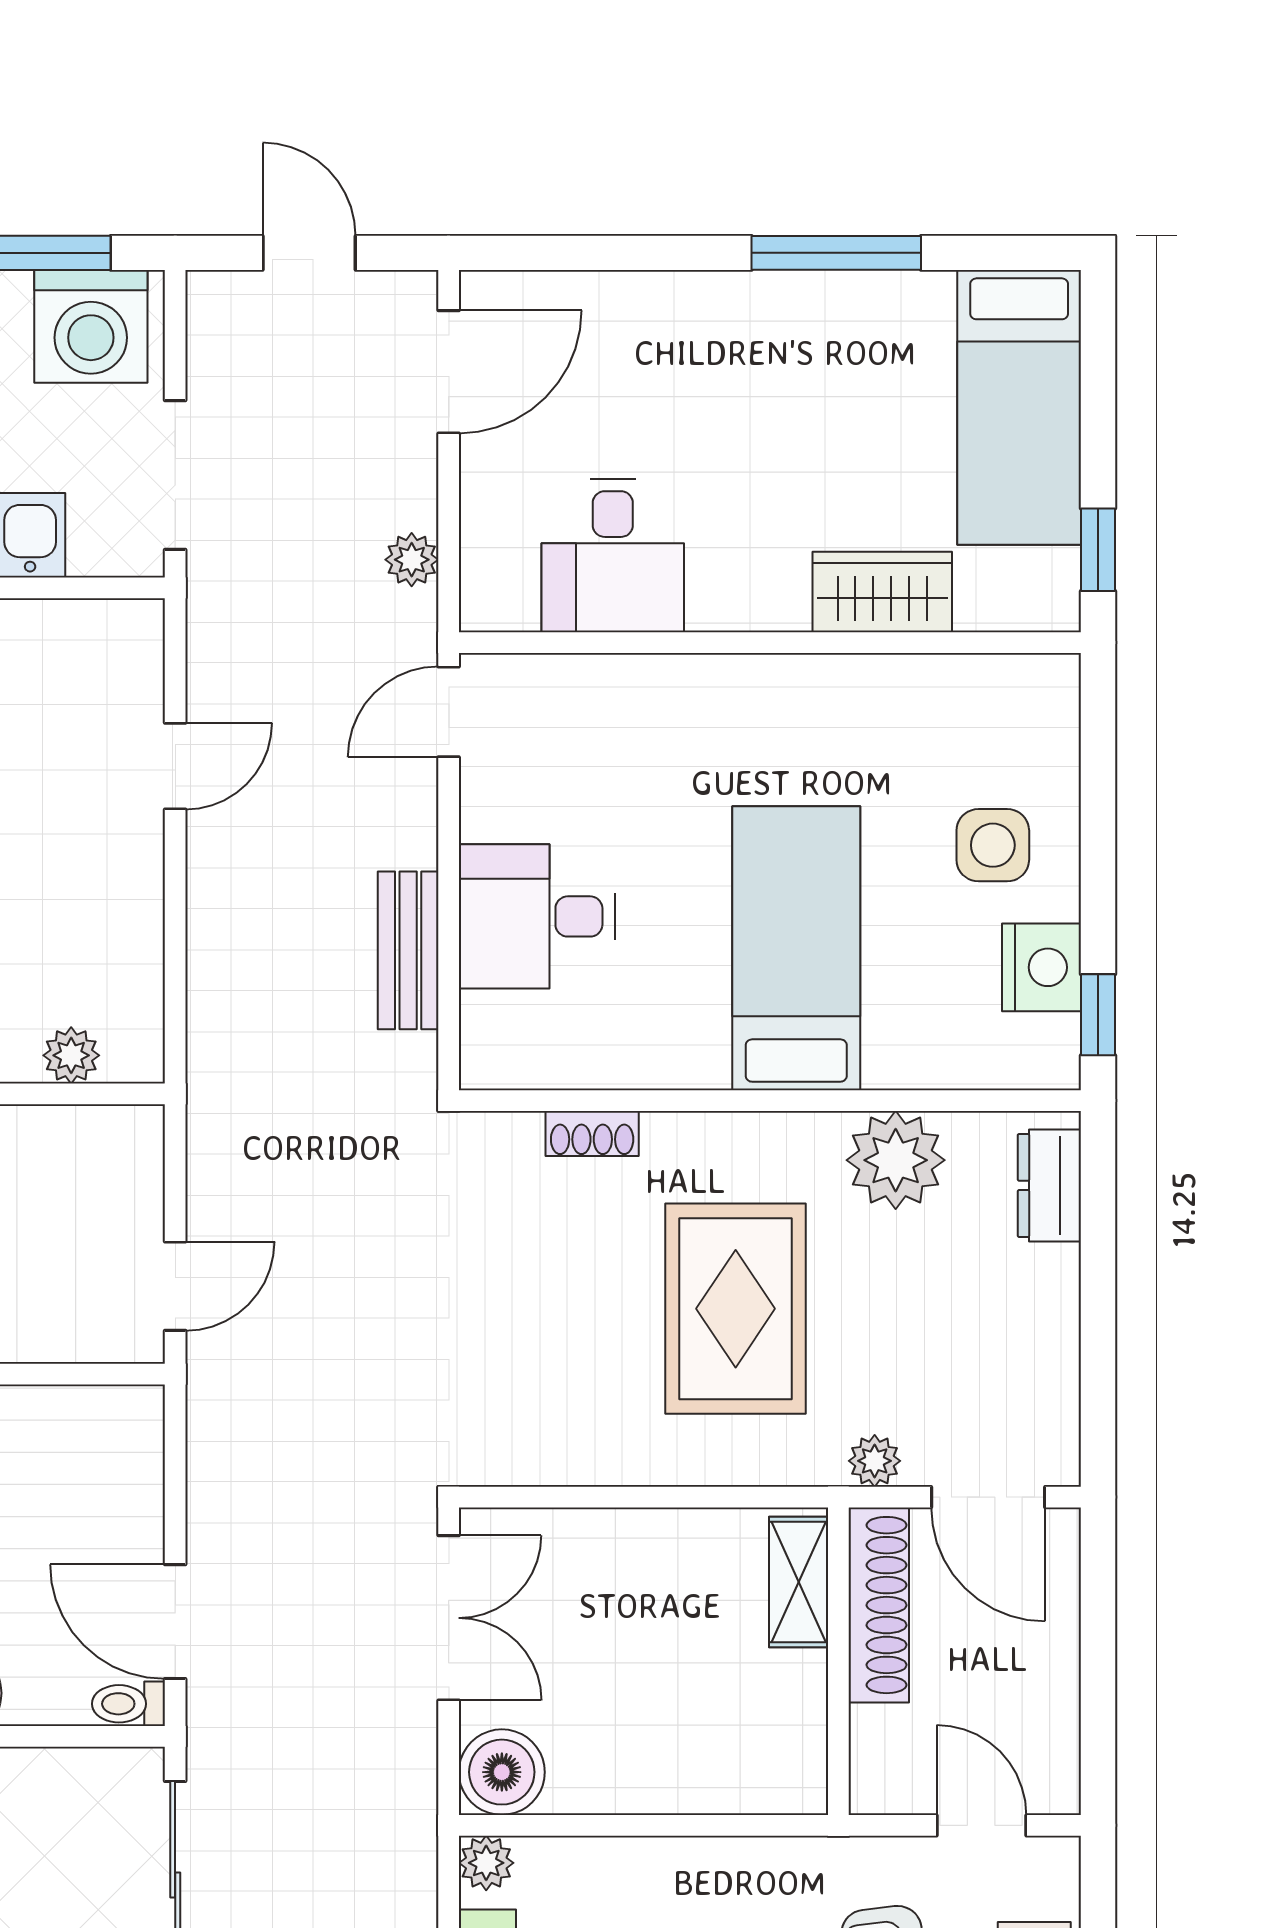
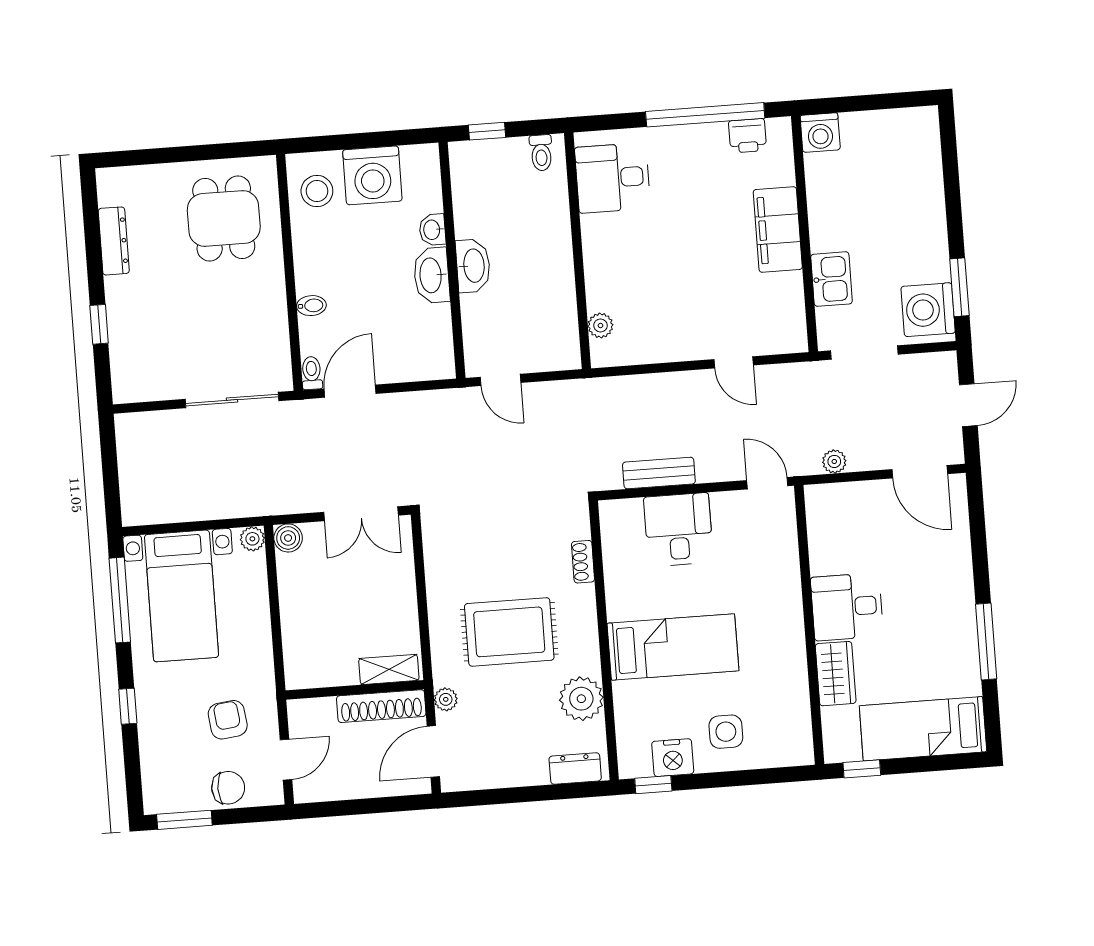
desk: (613, 556) -> (847, 607), moved
boiler: (502, 1772) -> (288, 538), width x0.73, depth x0.73

